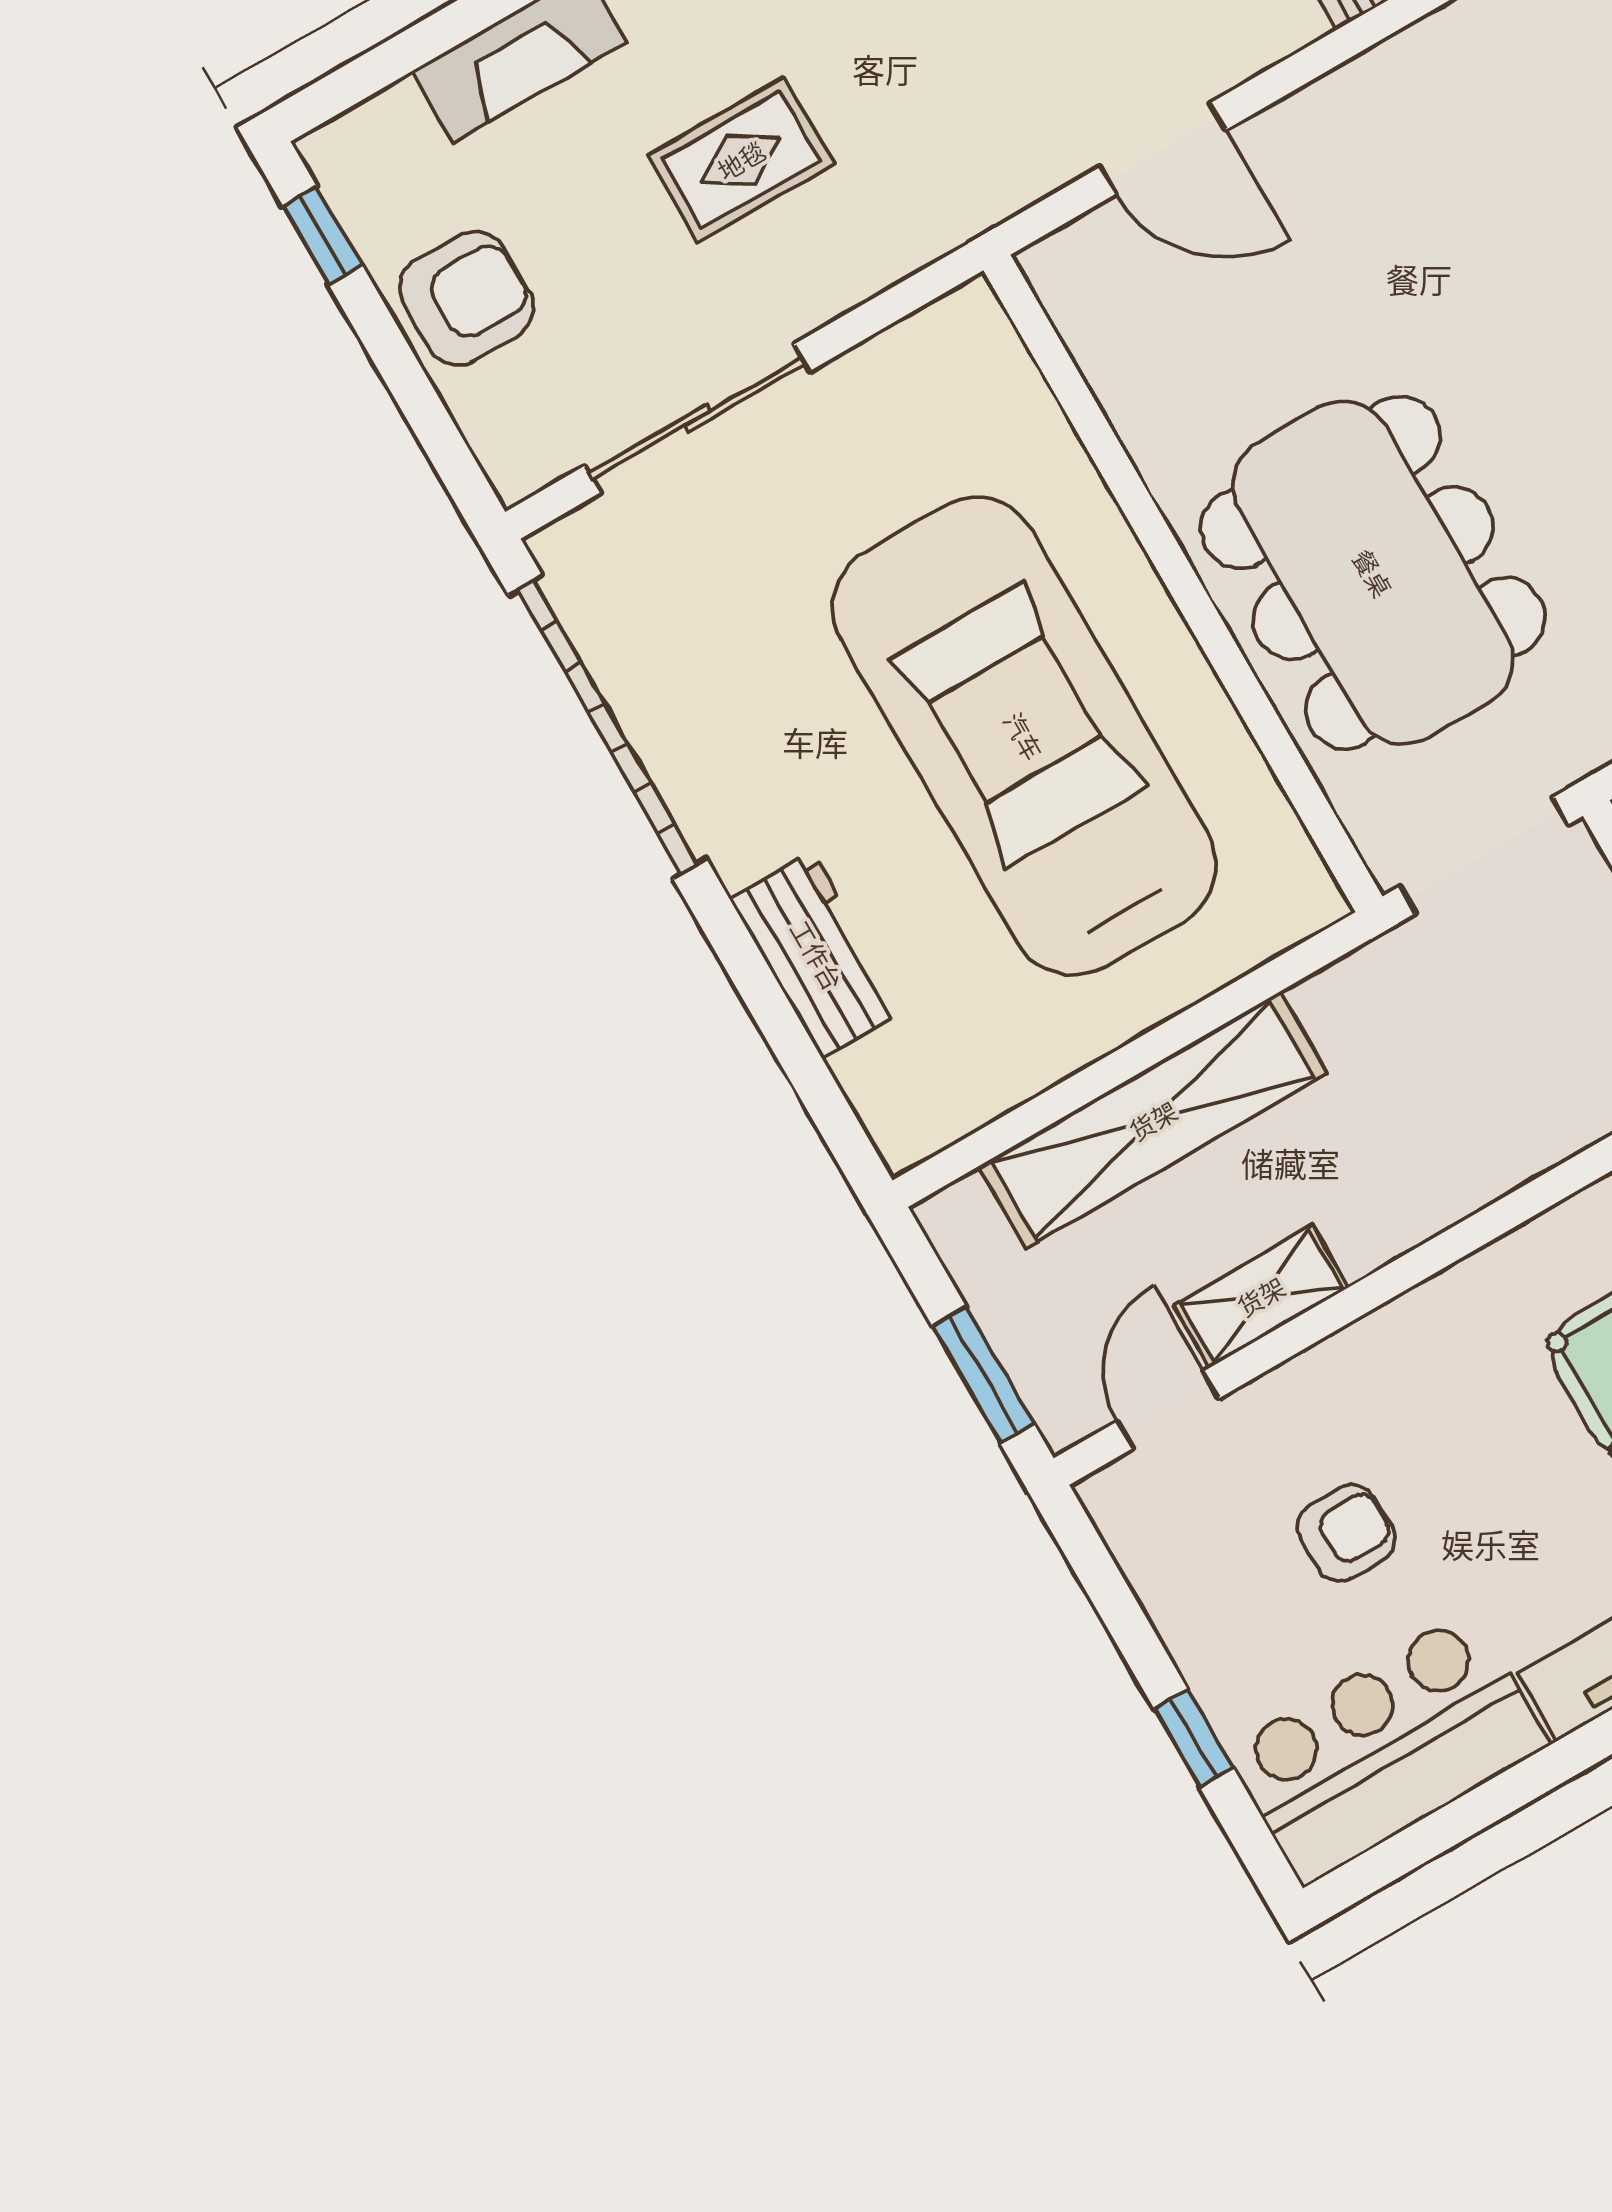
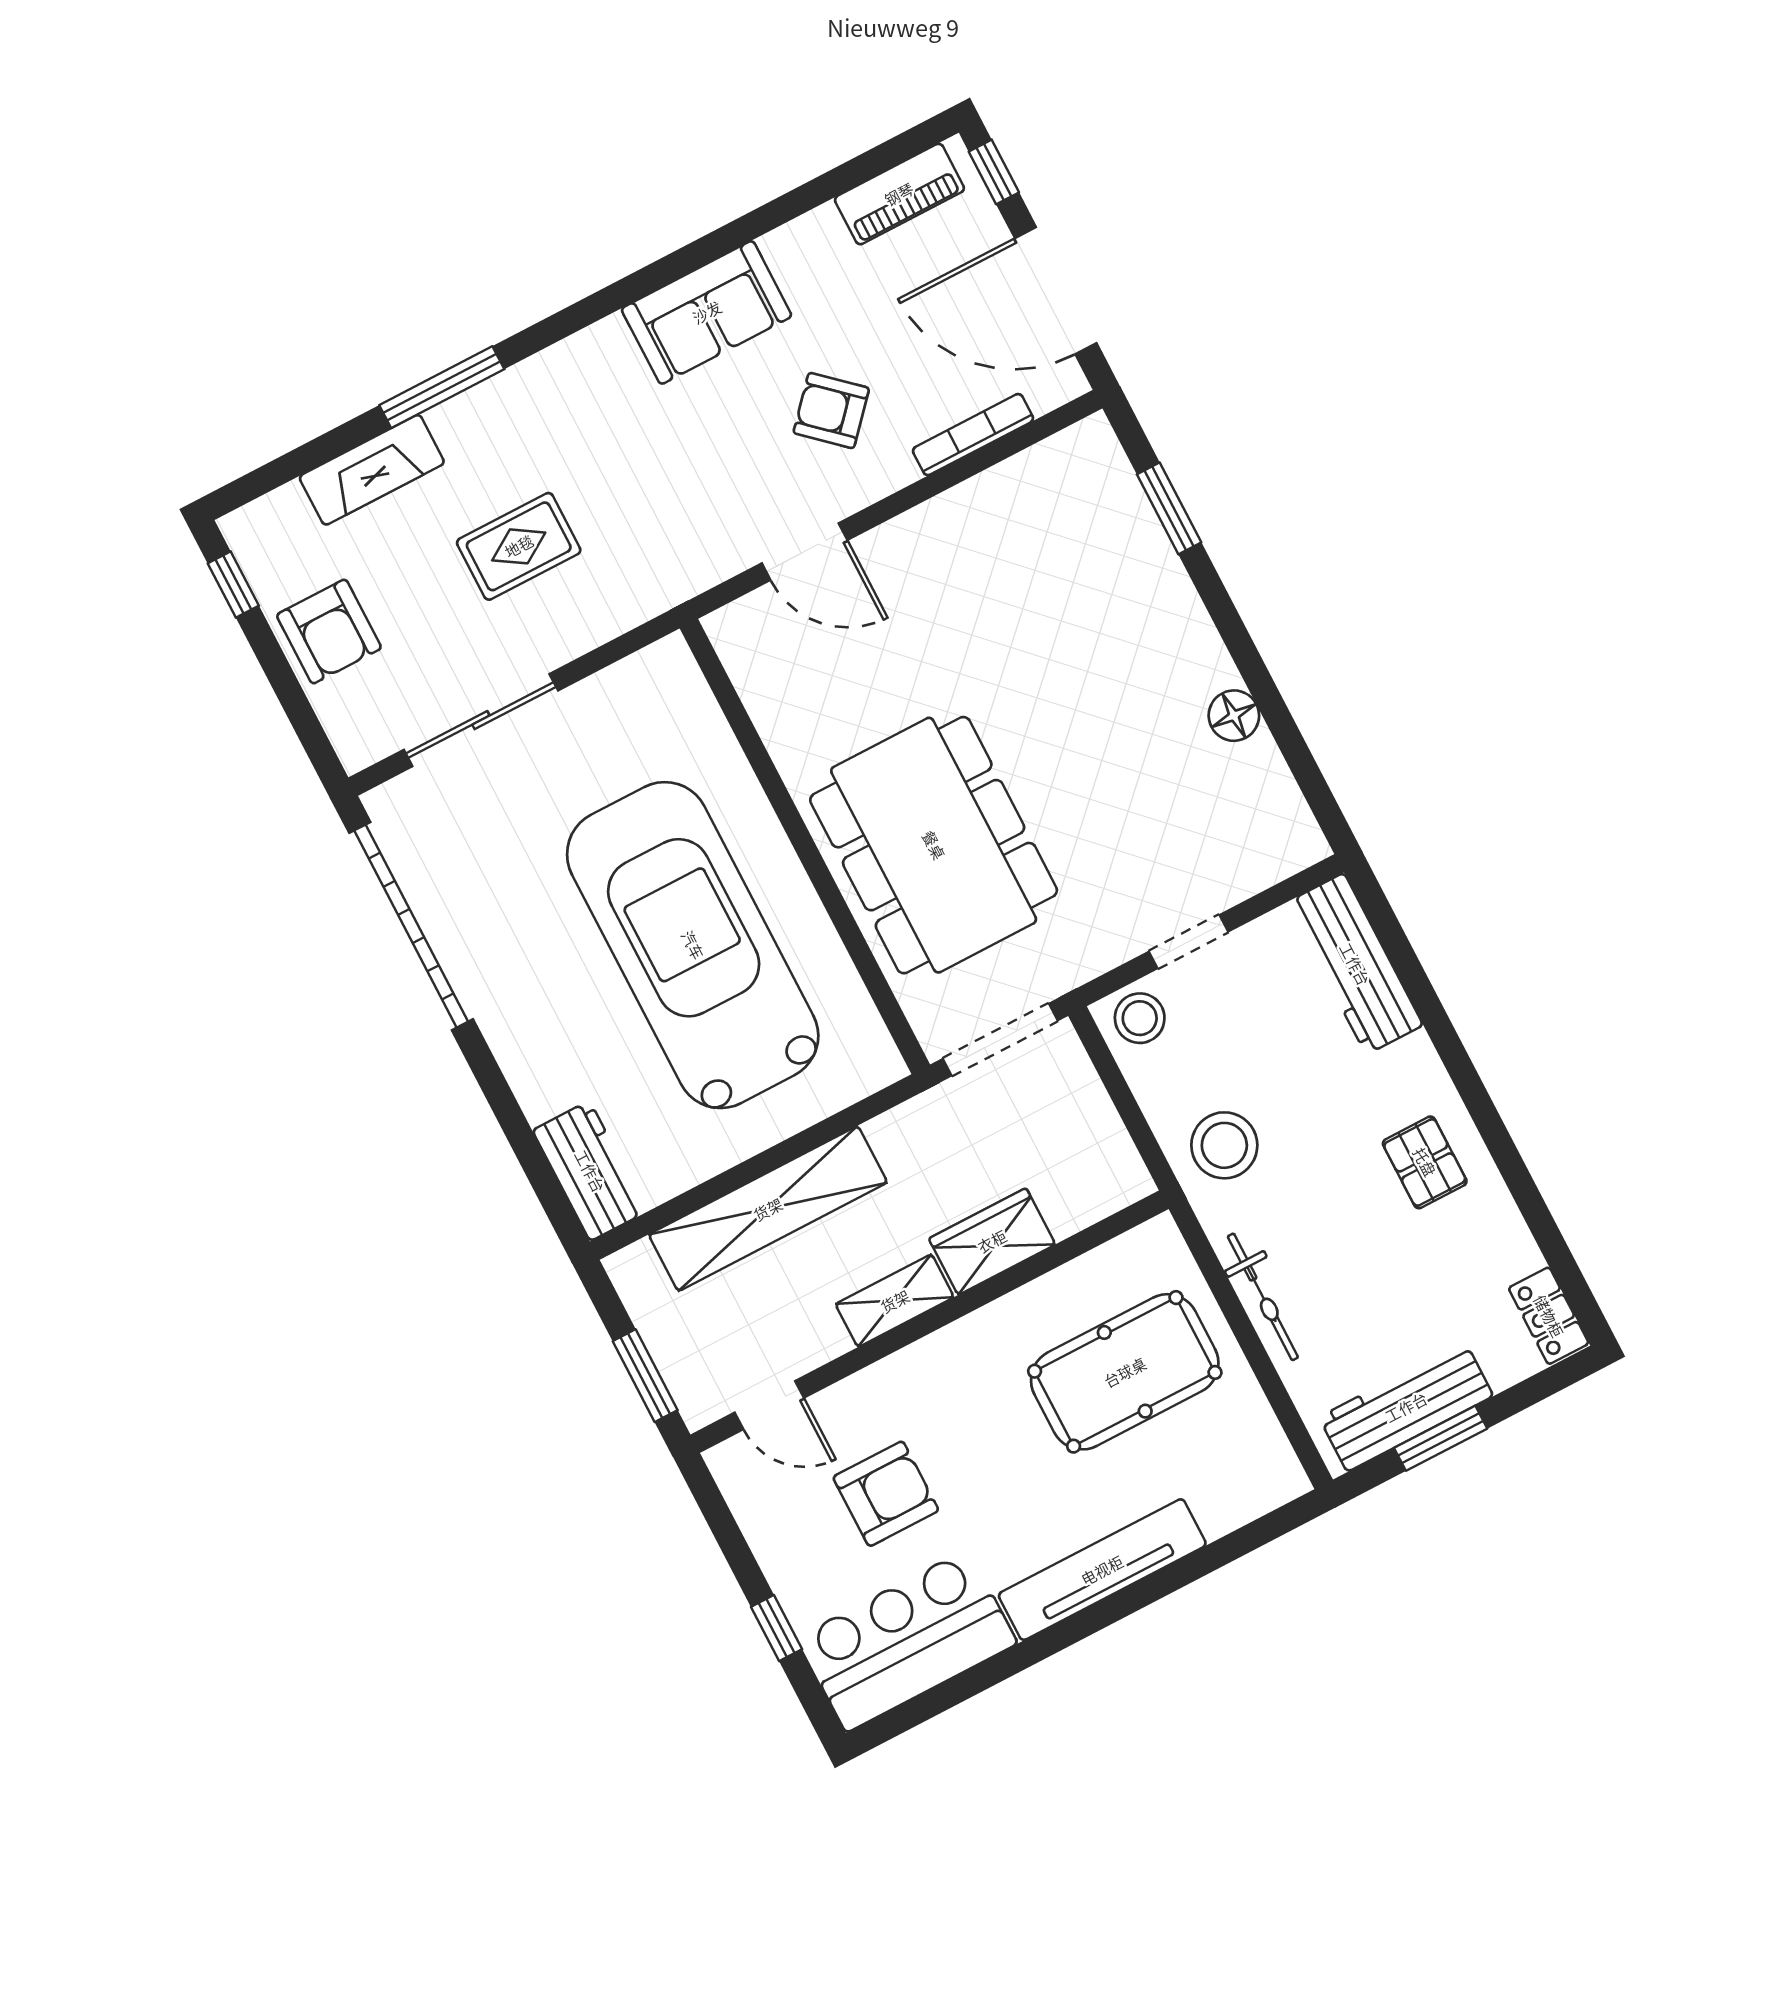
armchair: (467, 298) -> (329, 631), turned 90
workbench: (817, 955) -> (590, 1171), moved
wardrobe: (1486, 1154) -> (992, 1241), added
shelving: (1261, 1296) -> (895, 1301), moved
door: (1168, 1410) -> (769, 1405), swing flipped
armchair: (1346, 1533) -> (886, 1494), width x1.38, depth x1.38

